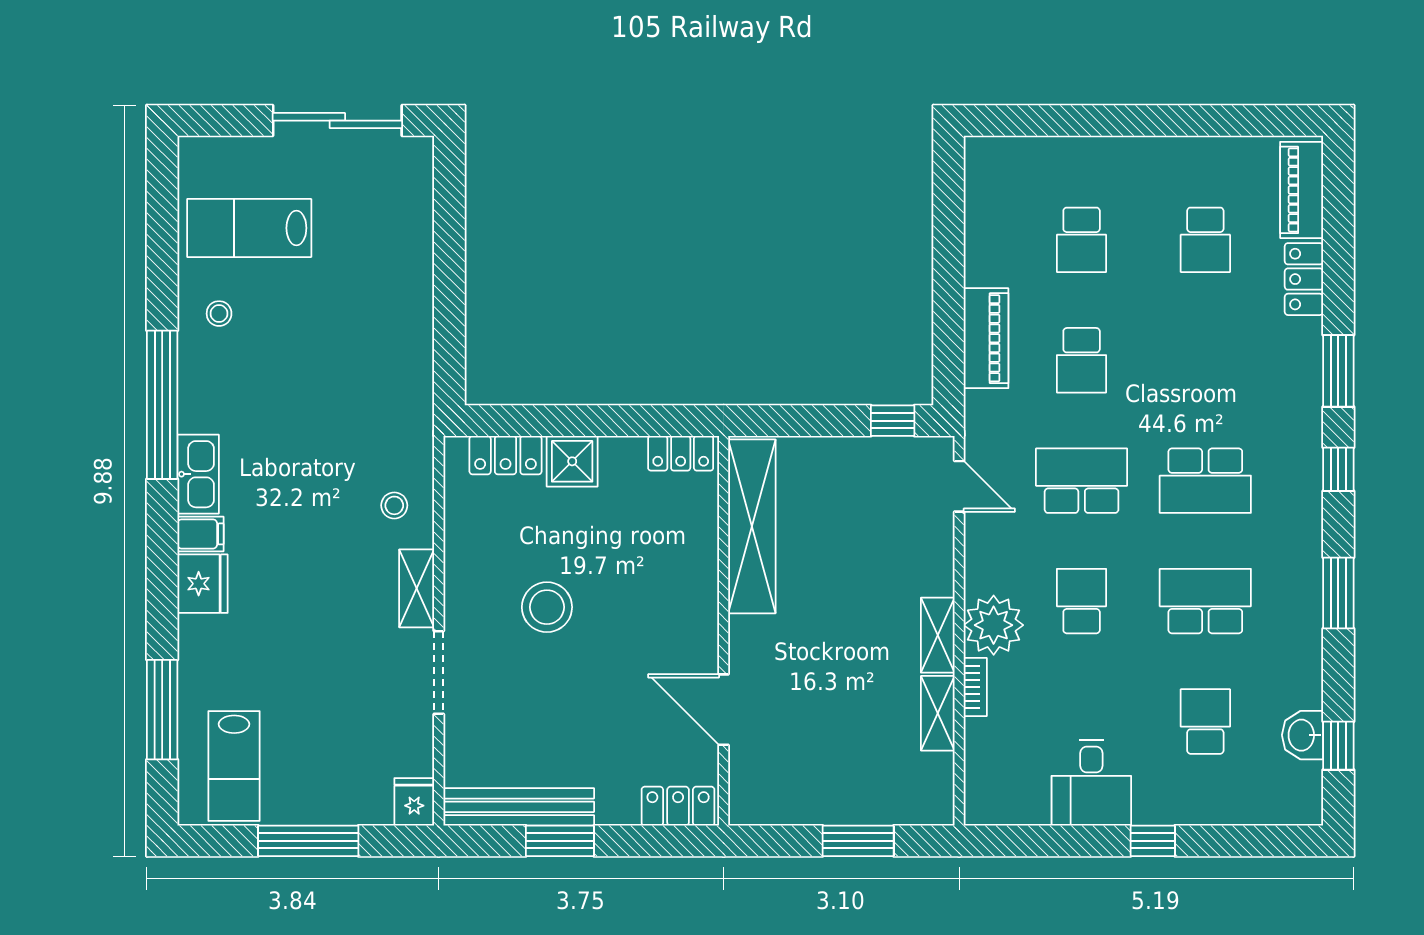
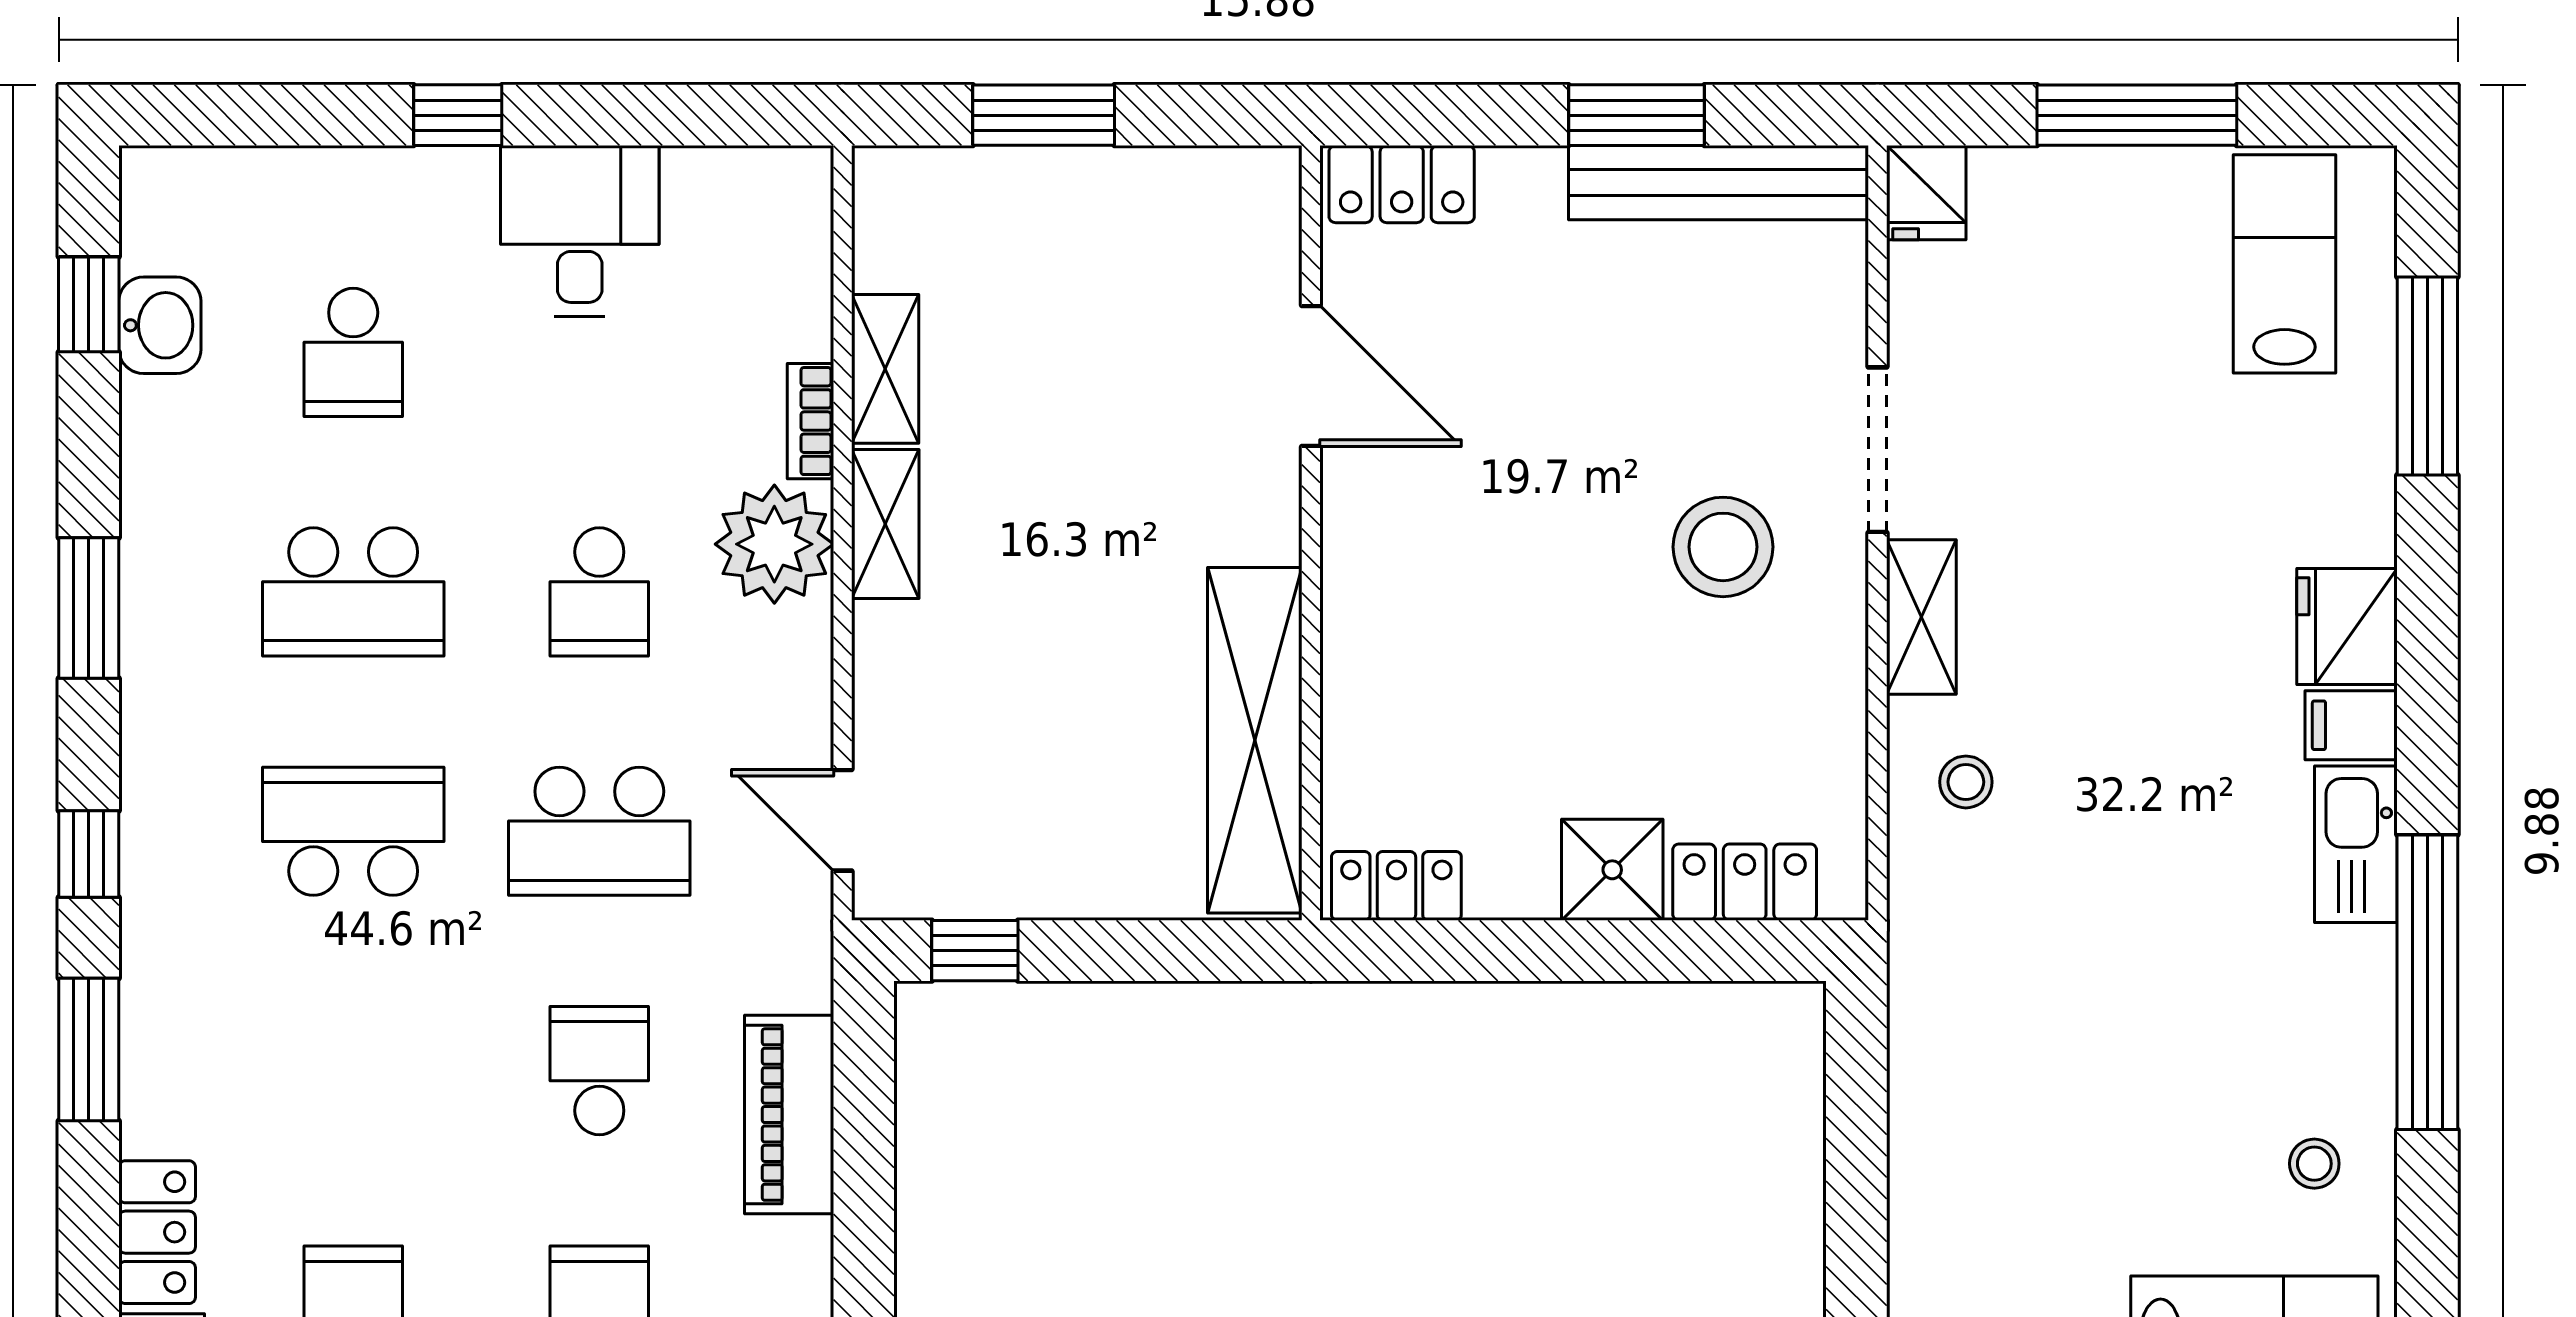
stool: (547, 607) -> (1723, 547), moved

